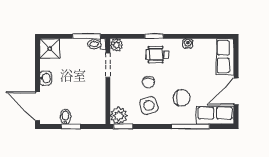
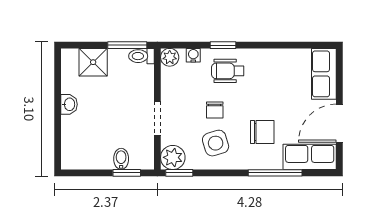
water cooler: (188, 44) -> (193, 55), moved
shower: (50, 49) -> (93, 62), moved
doorway: (108, 65) -> (157, 118), moved
door: (37, 106) -> (58, 144), removed
bidet: (65, 117) -> (121, 159), moved
window: (71, 127) -> (127, 173), moved

